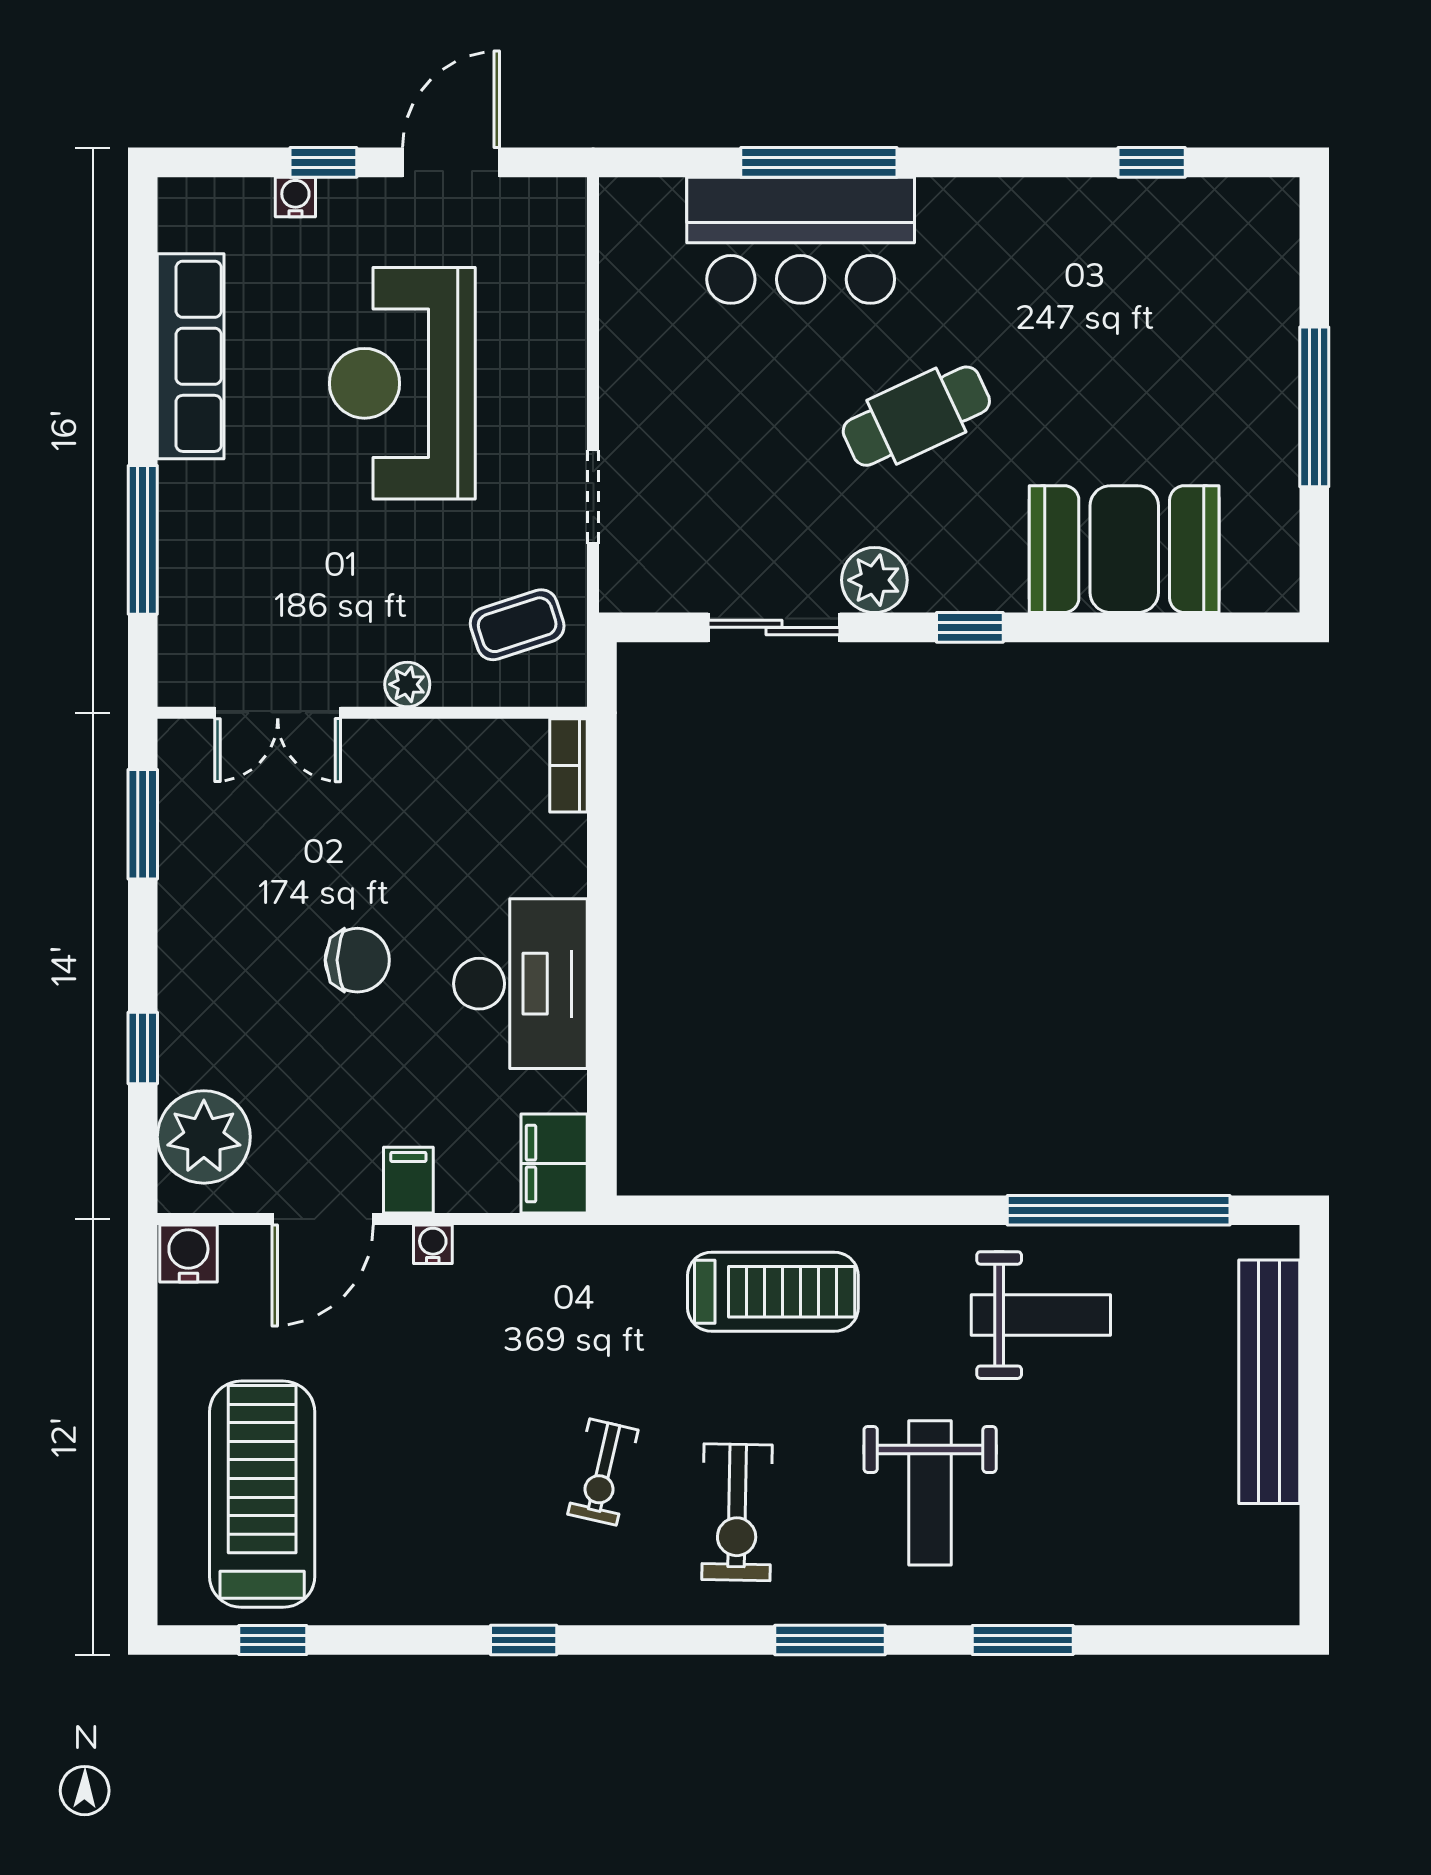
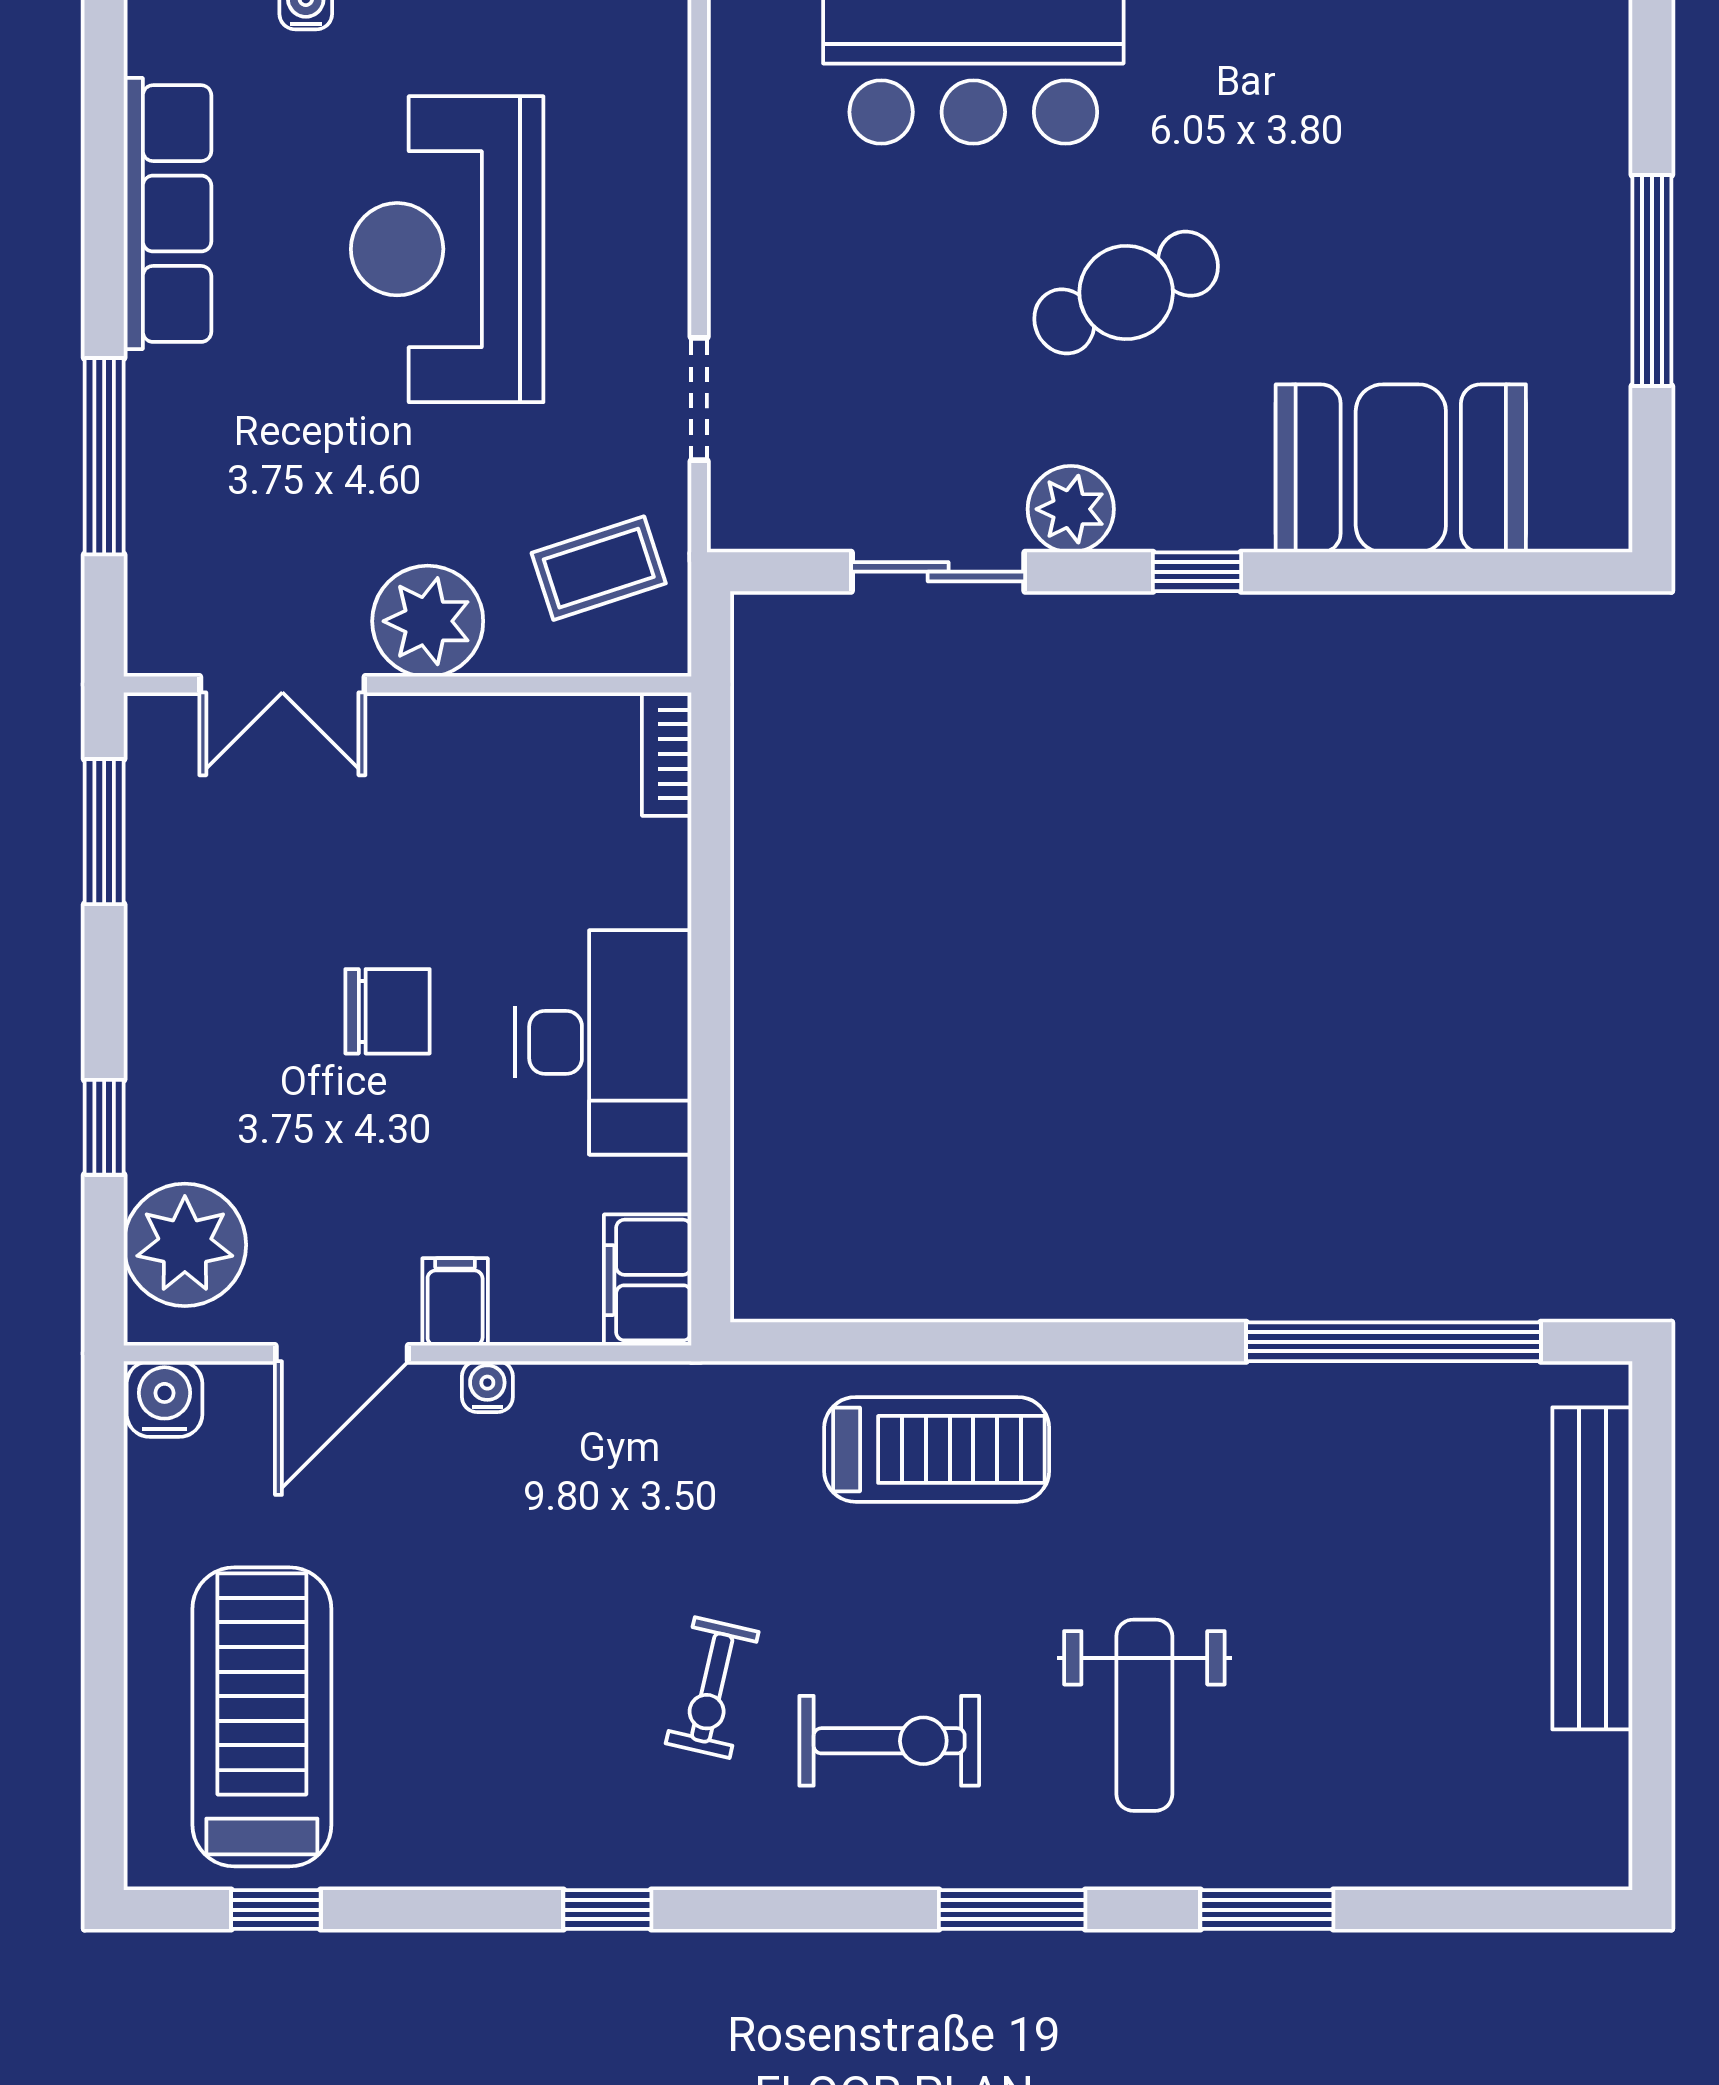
plant: (407, 684) -> (428, 621), width x1.88, depth x1.88
weight bench: (1041, 1315) -> (1291, 1480), removed
exercise bike: (737, 1512) -> (889, 1741), turned -91

